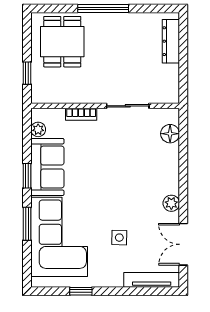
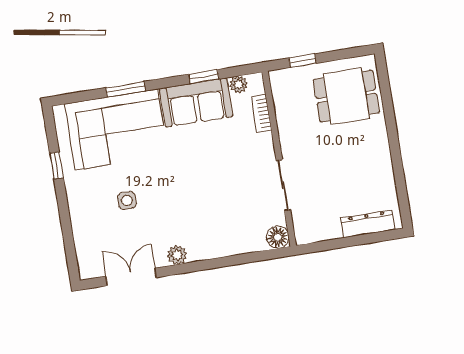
window: (103, 8) -> (393, 138), removed
bookcase: (81, 114) -> (262, 113), moved
floor lamp: (170, 134) -> (278, 237), moved
window: (27, 176) -> (204, 77), moved
tv unit: (152, 280) -> (83, 246), removed

